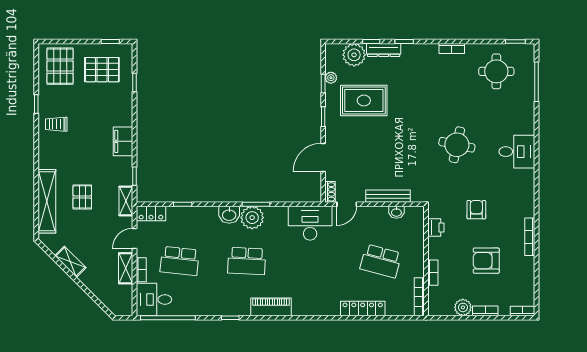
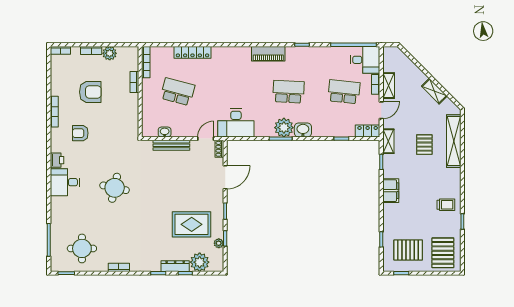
armchair: (476, 210) -> (80, 133), moved, turned 90
printer: (436, 228) -> (57, 160), moved, turned 180

